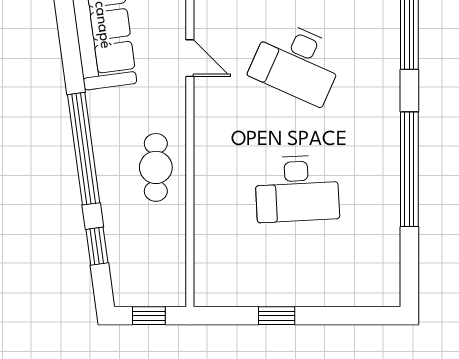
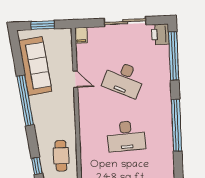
window: (84, 149) -> (25, 100), moved
cafe table: (156, 167) -> (61, 156), moved

